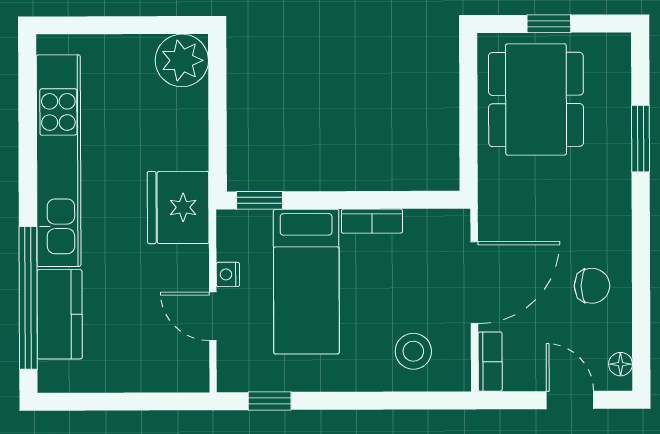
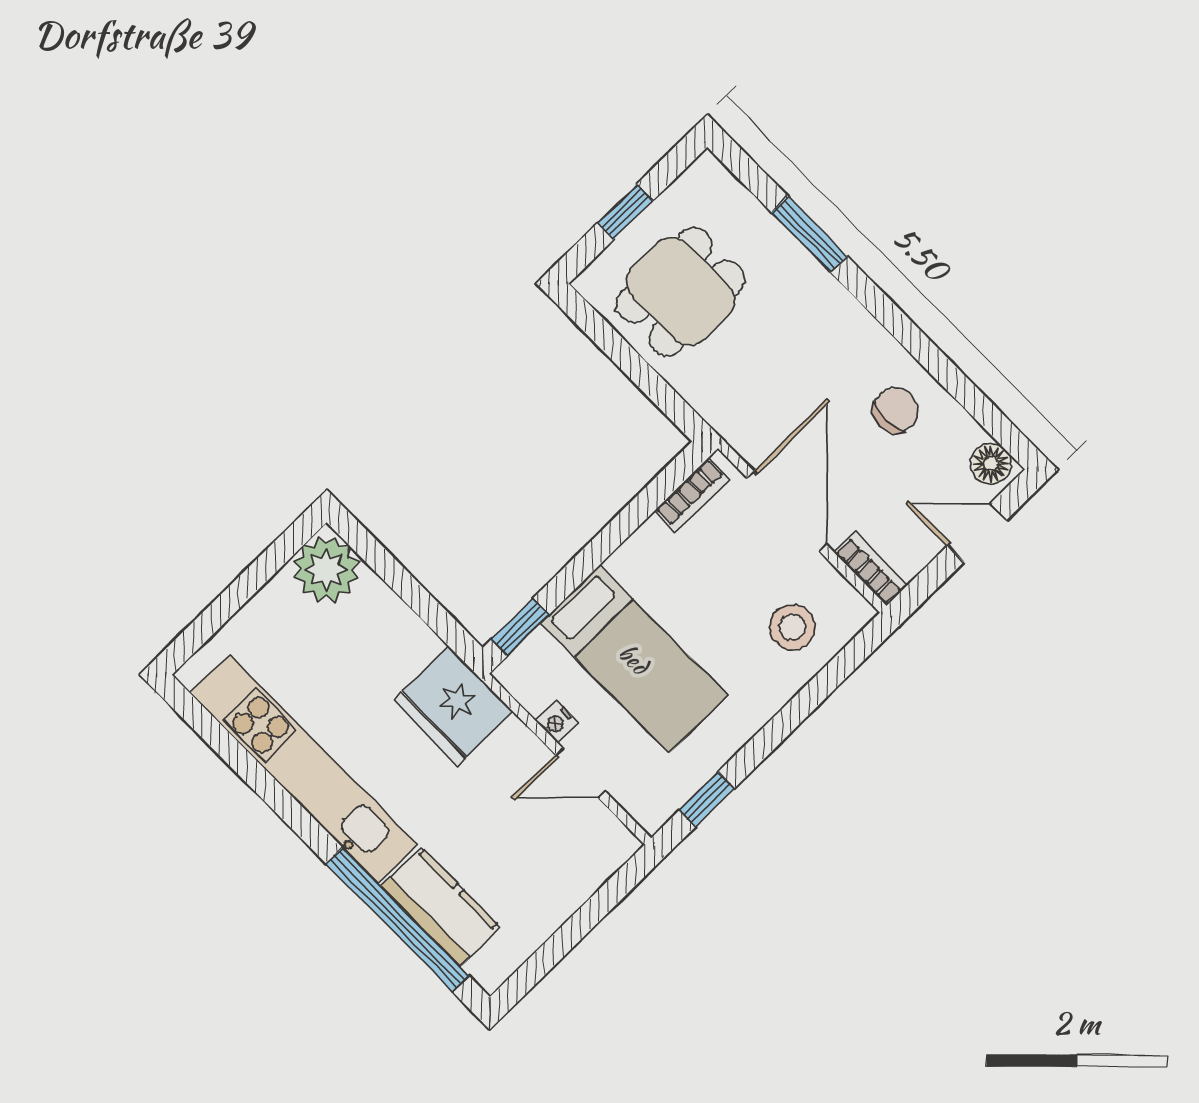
dining table: (536, 99) -> (681, 292), width x0.73
bookcase: (372, 221) -> (692, 495), moved
floor lamp: (621, 364) -> (991, 464), width x1.37, depth x1.37

